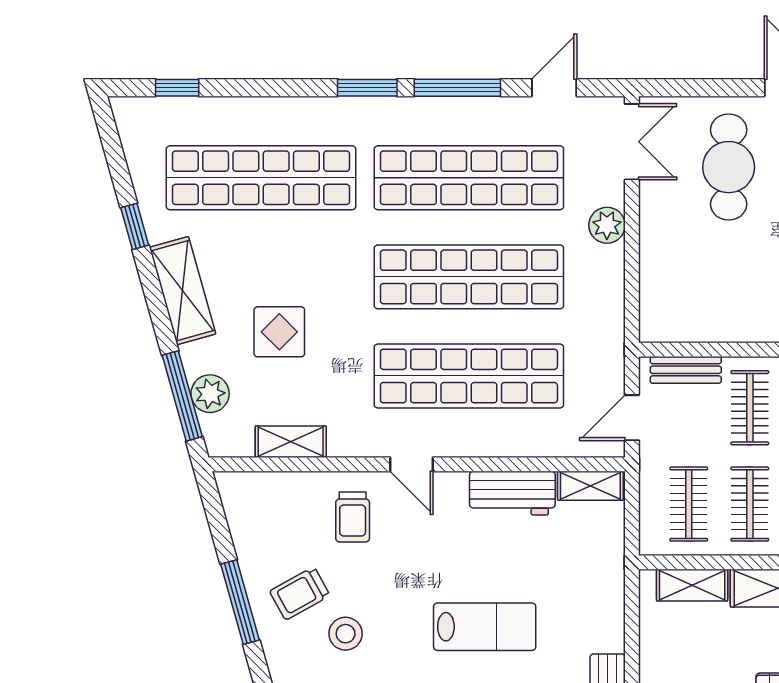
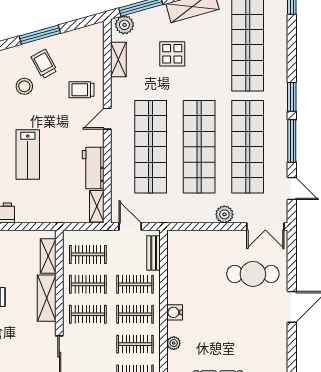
plant: (210, 394) -> (124, 25), moved

